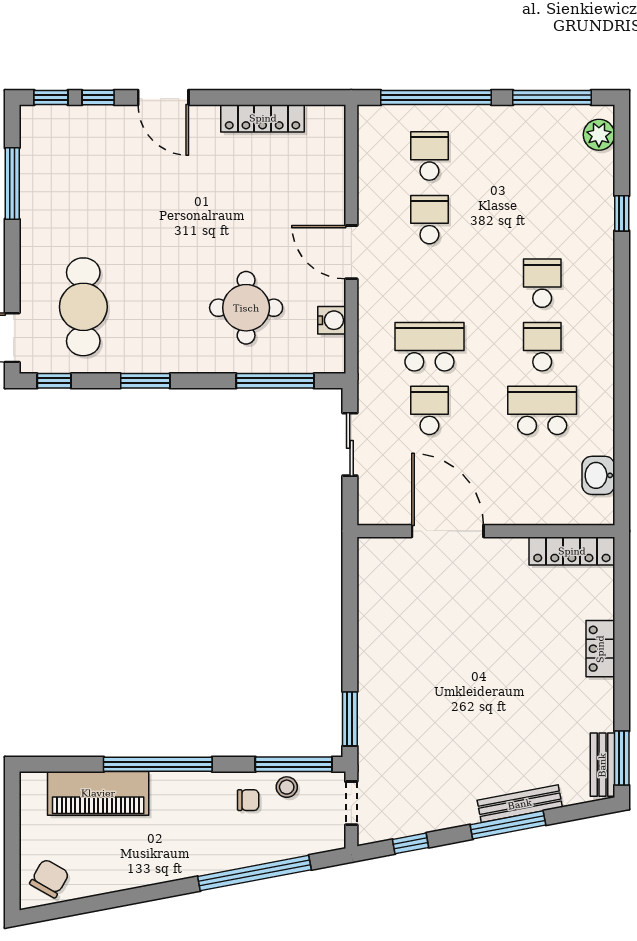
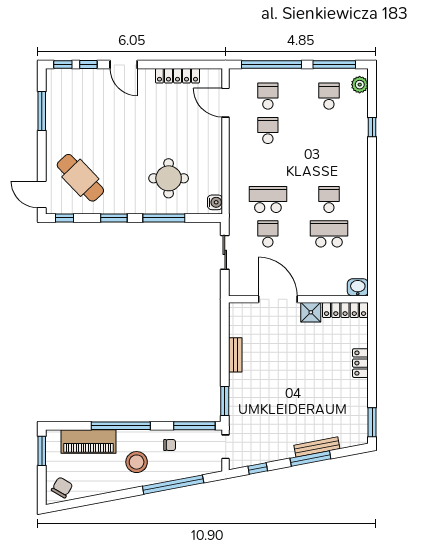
door: (351, 252) -> (226, 103), moved
school desk: (542, 283) -> (329, 96), moved
cafe table: (83, 307) -> (80, 178), turned -44
water cooler: (332, 320) -> (215, 202), moved
window: (275, 381) -> (164, 218), moved
washbasin: (598, 475) -> (358, 287), moved, turned 90
shower: (509, 555) -> (311, 312), added
bench: (602, 765) -> (235, 355), moved
stool: (287, 787) -> (137, 462), moved, width x1.89, depth x1.89
window: (12, 811) -> (42, 451), added

